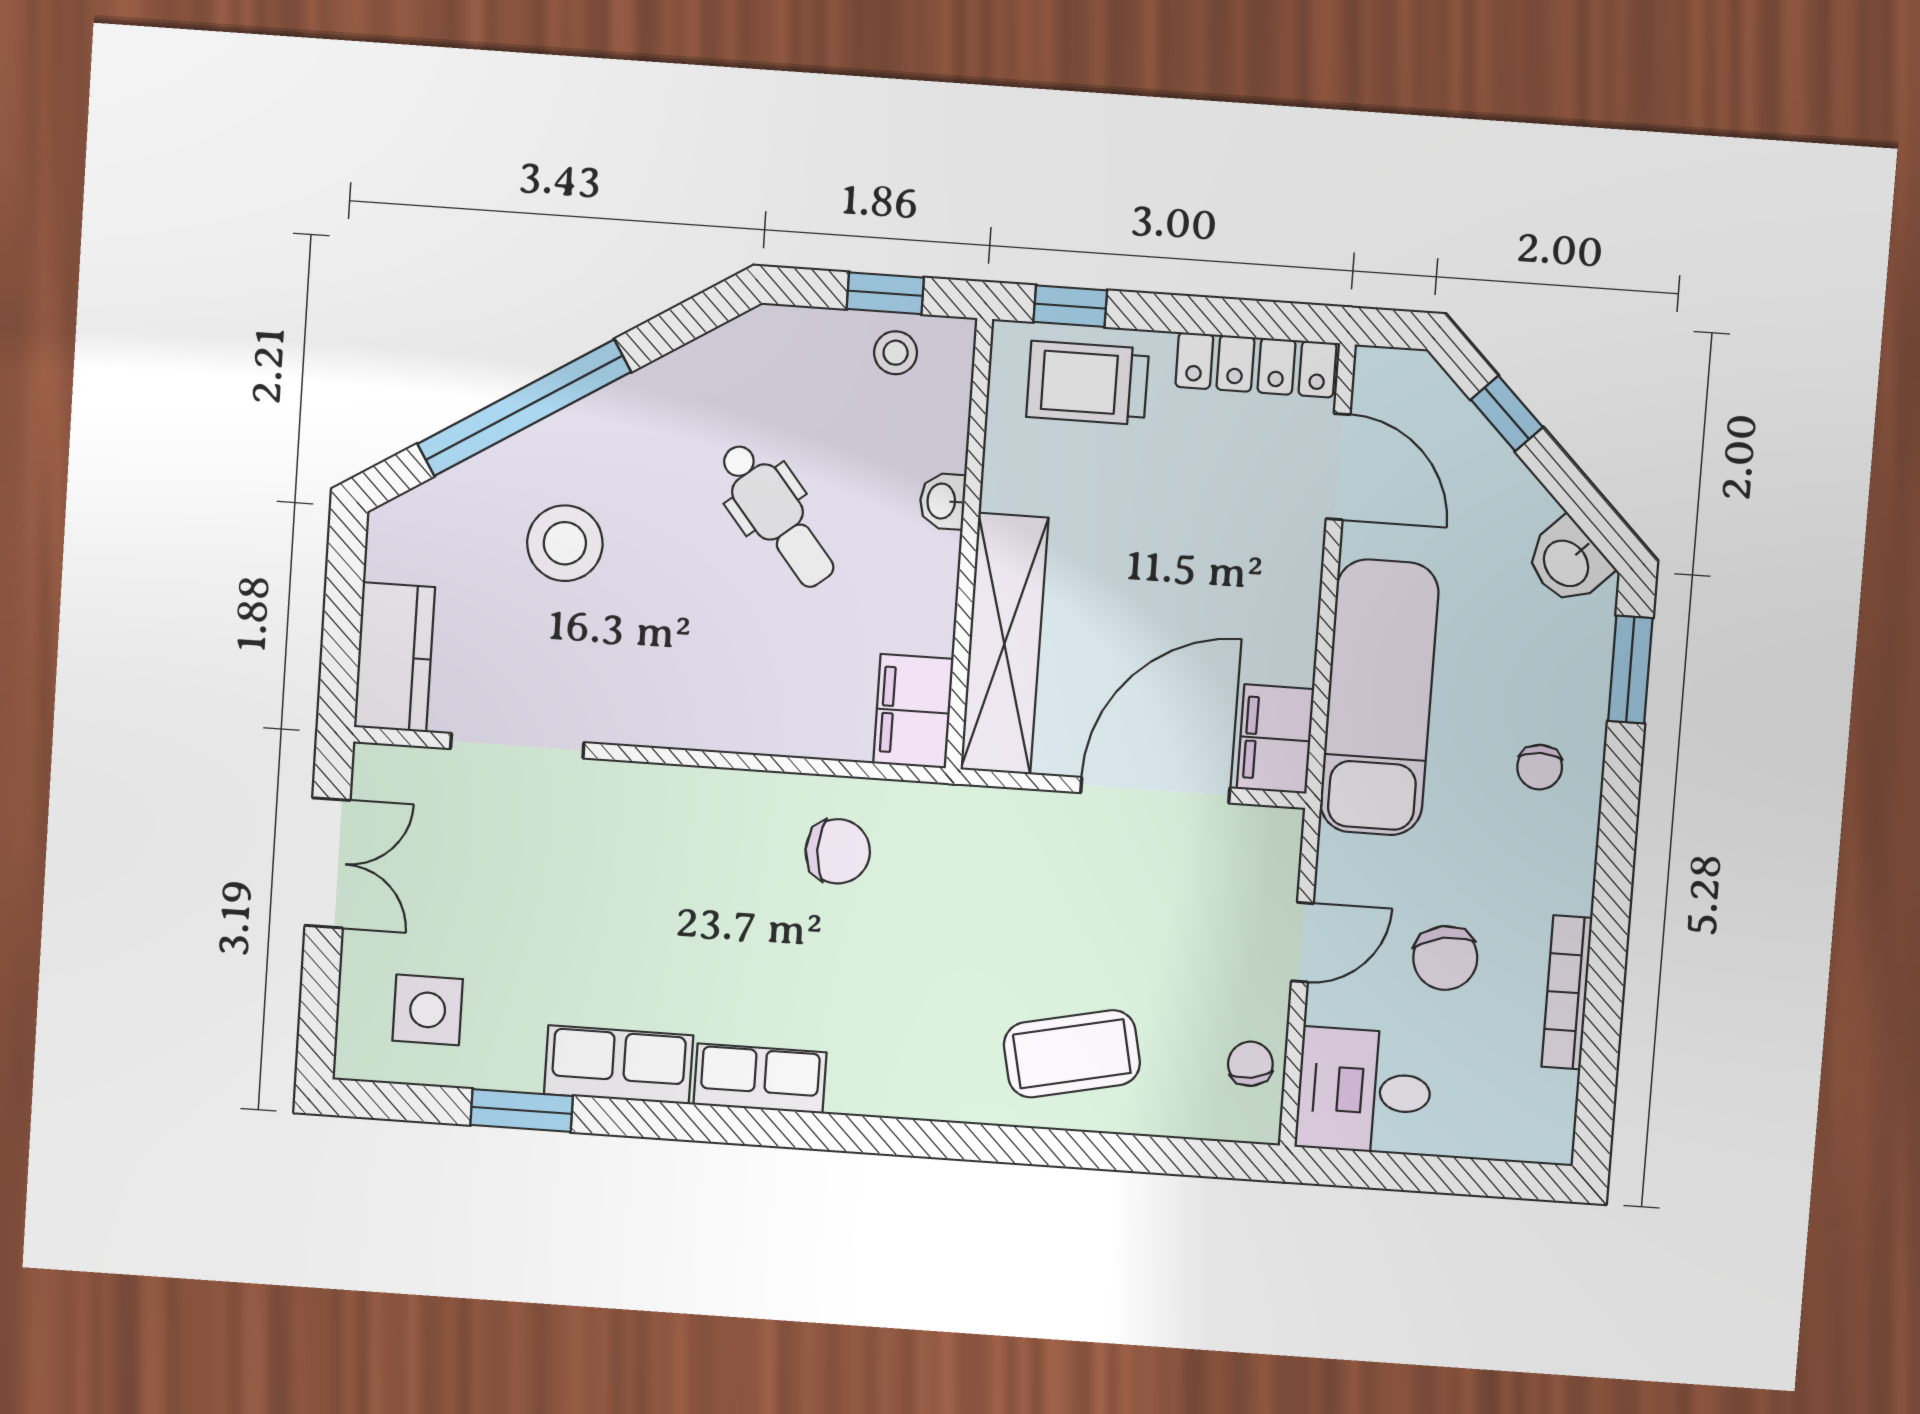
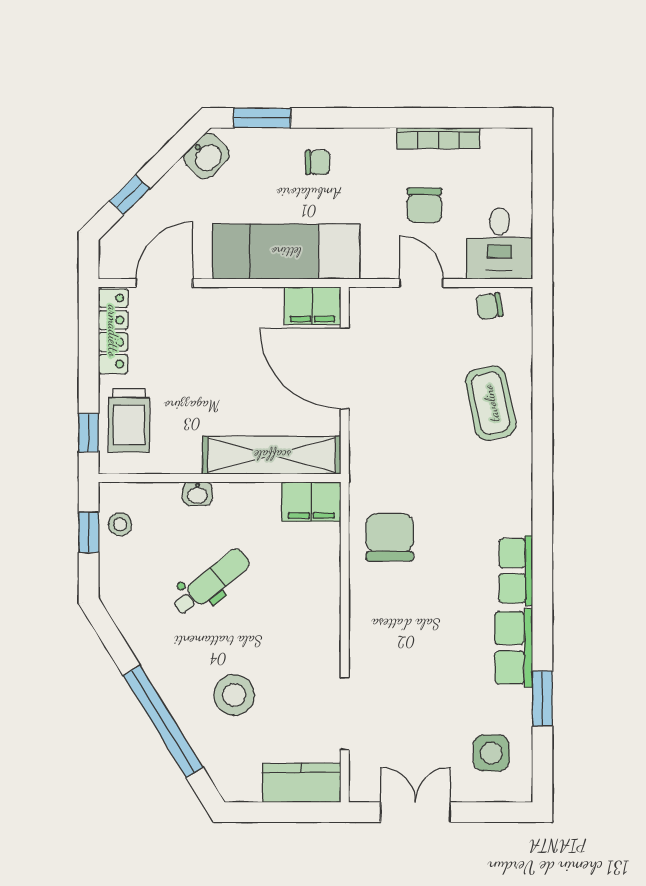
chair: (838, 851) -> (390, 537), width x1.37, depth x1.37
chair: (1445, 958) -> (424, 205), turned 100

